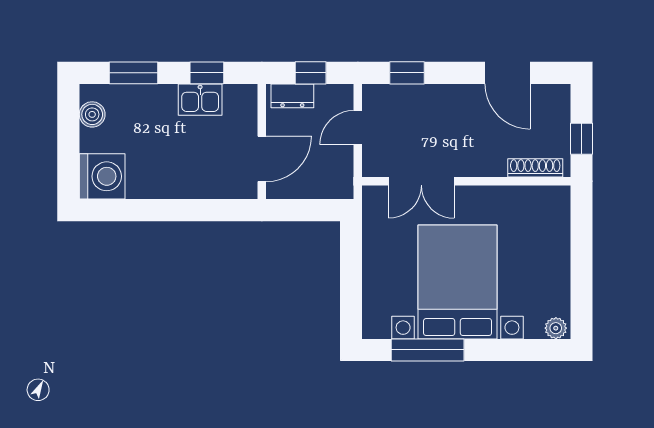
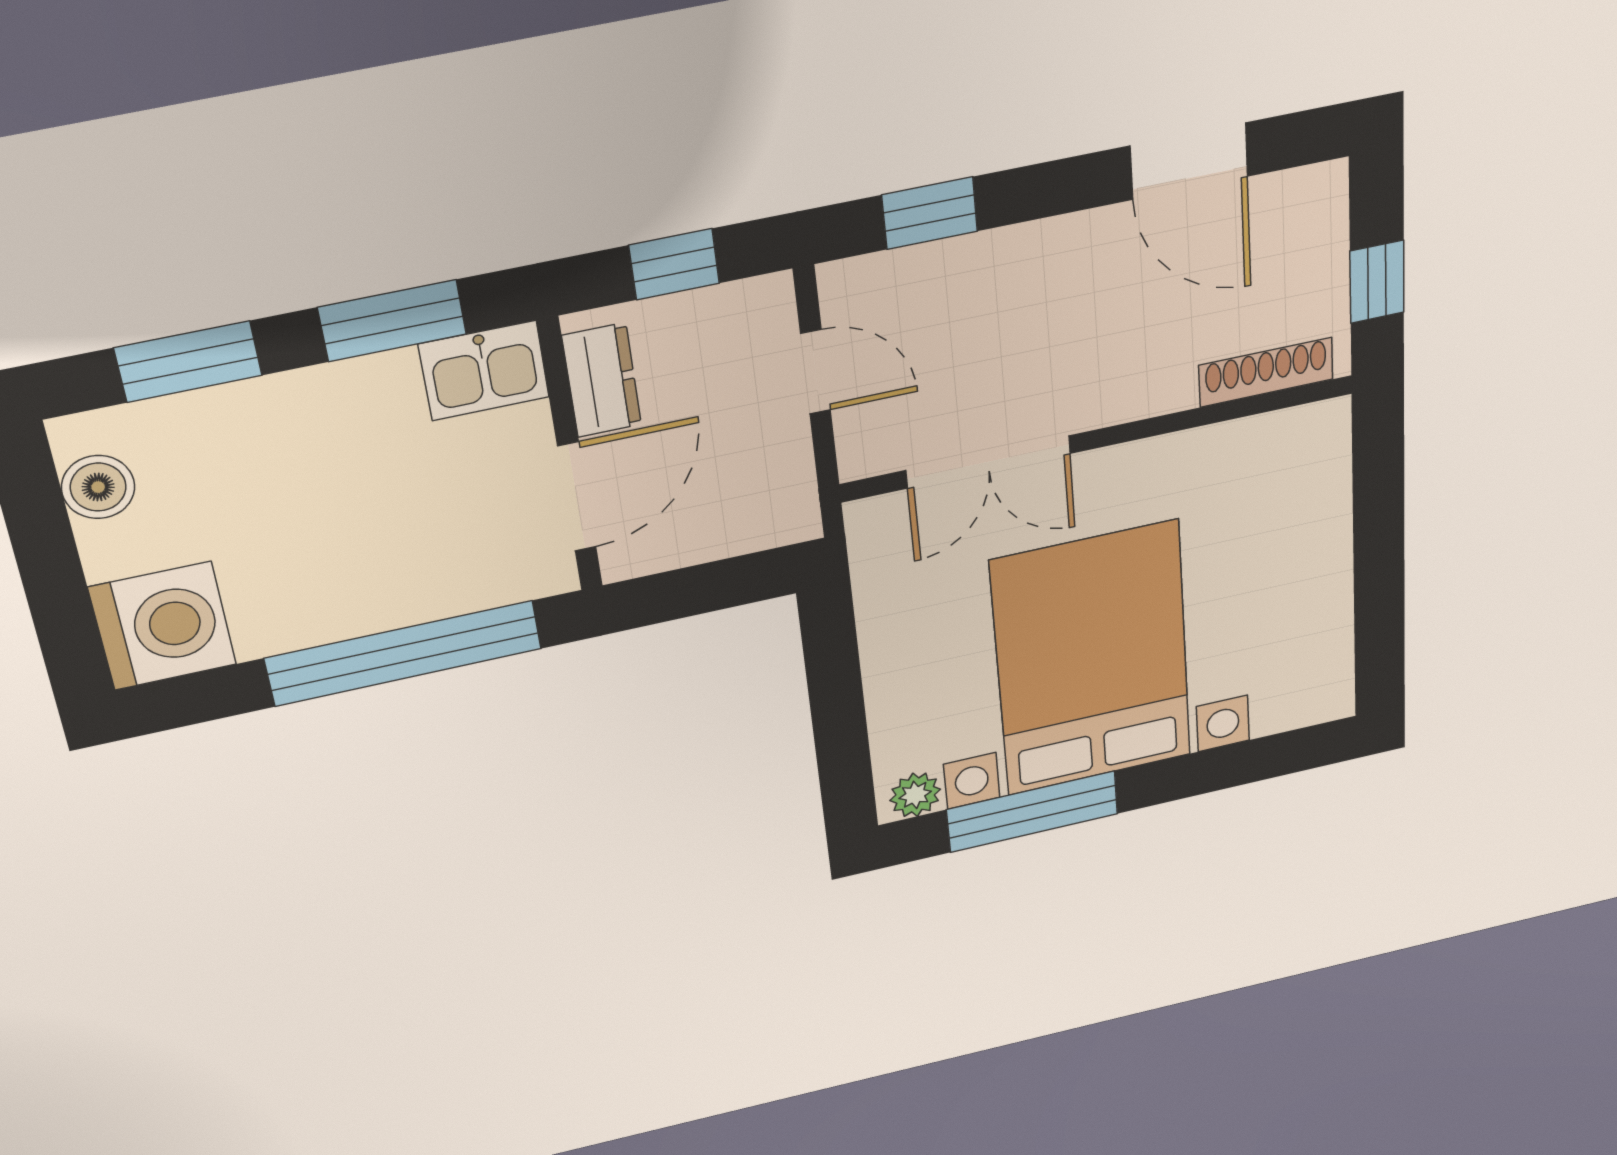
window: (207, 73) -> (392, 321), width x1.50
dresser: (292, 96) -> (602, 380), moved, turned -90
kitchen sink: (200, 100) -> (484, 371), moved
door: (358, 128) -> (816, 372), swing flipped
window: (187, 210) -> (404, 653), added
plant: (556, 328) -> (915, 795), moved

